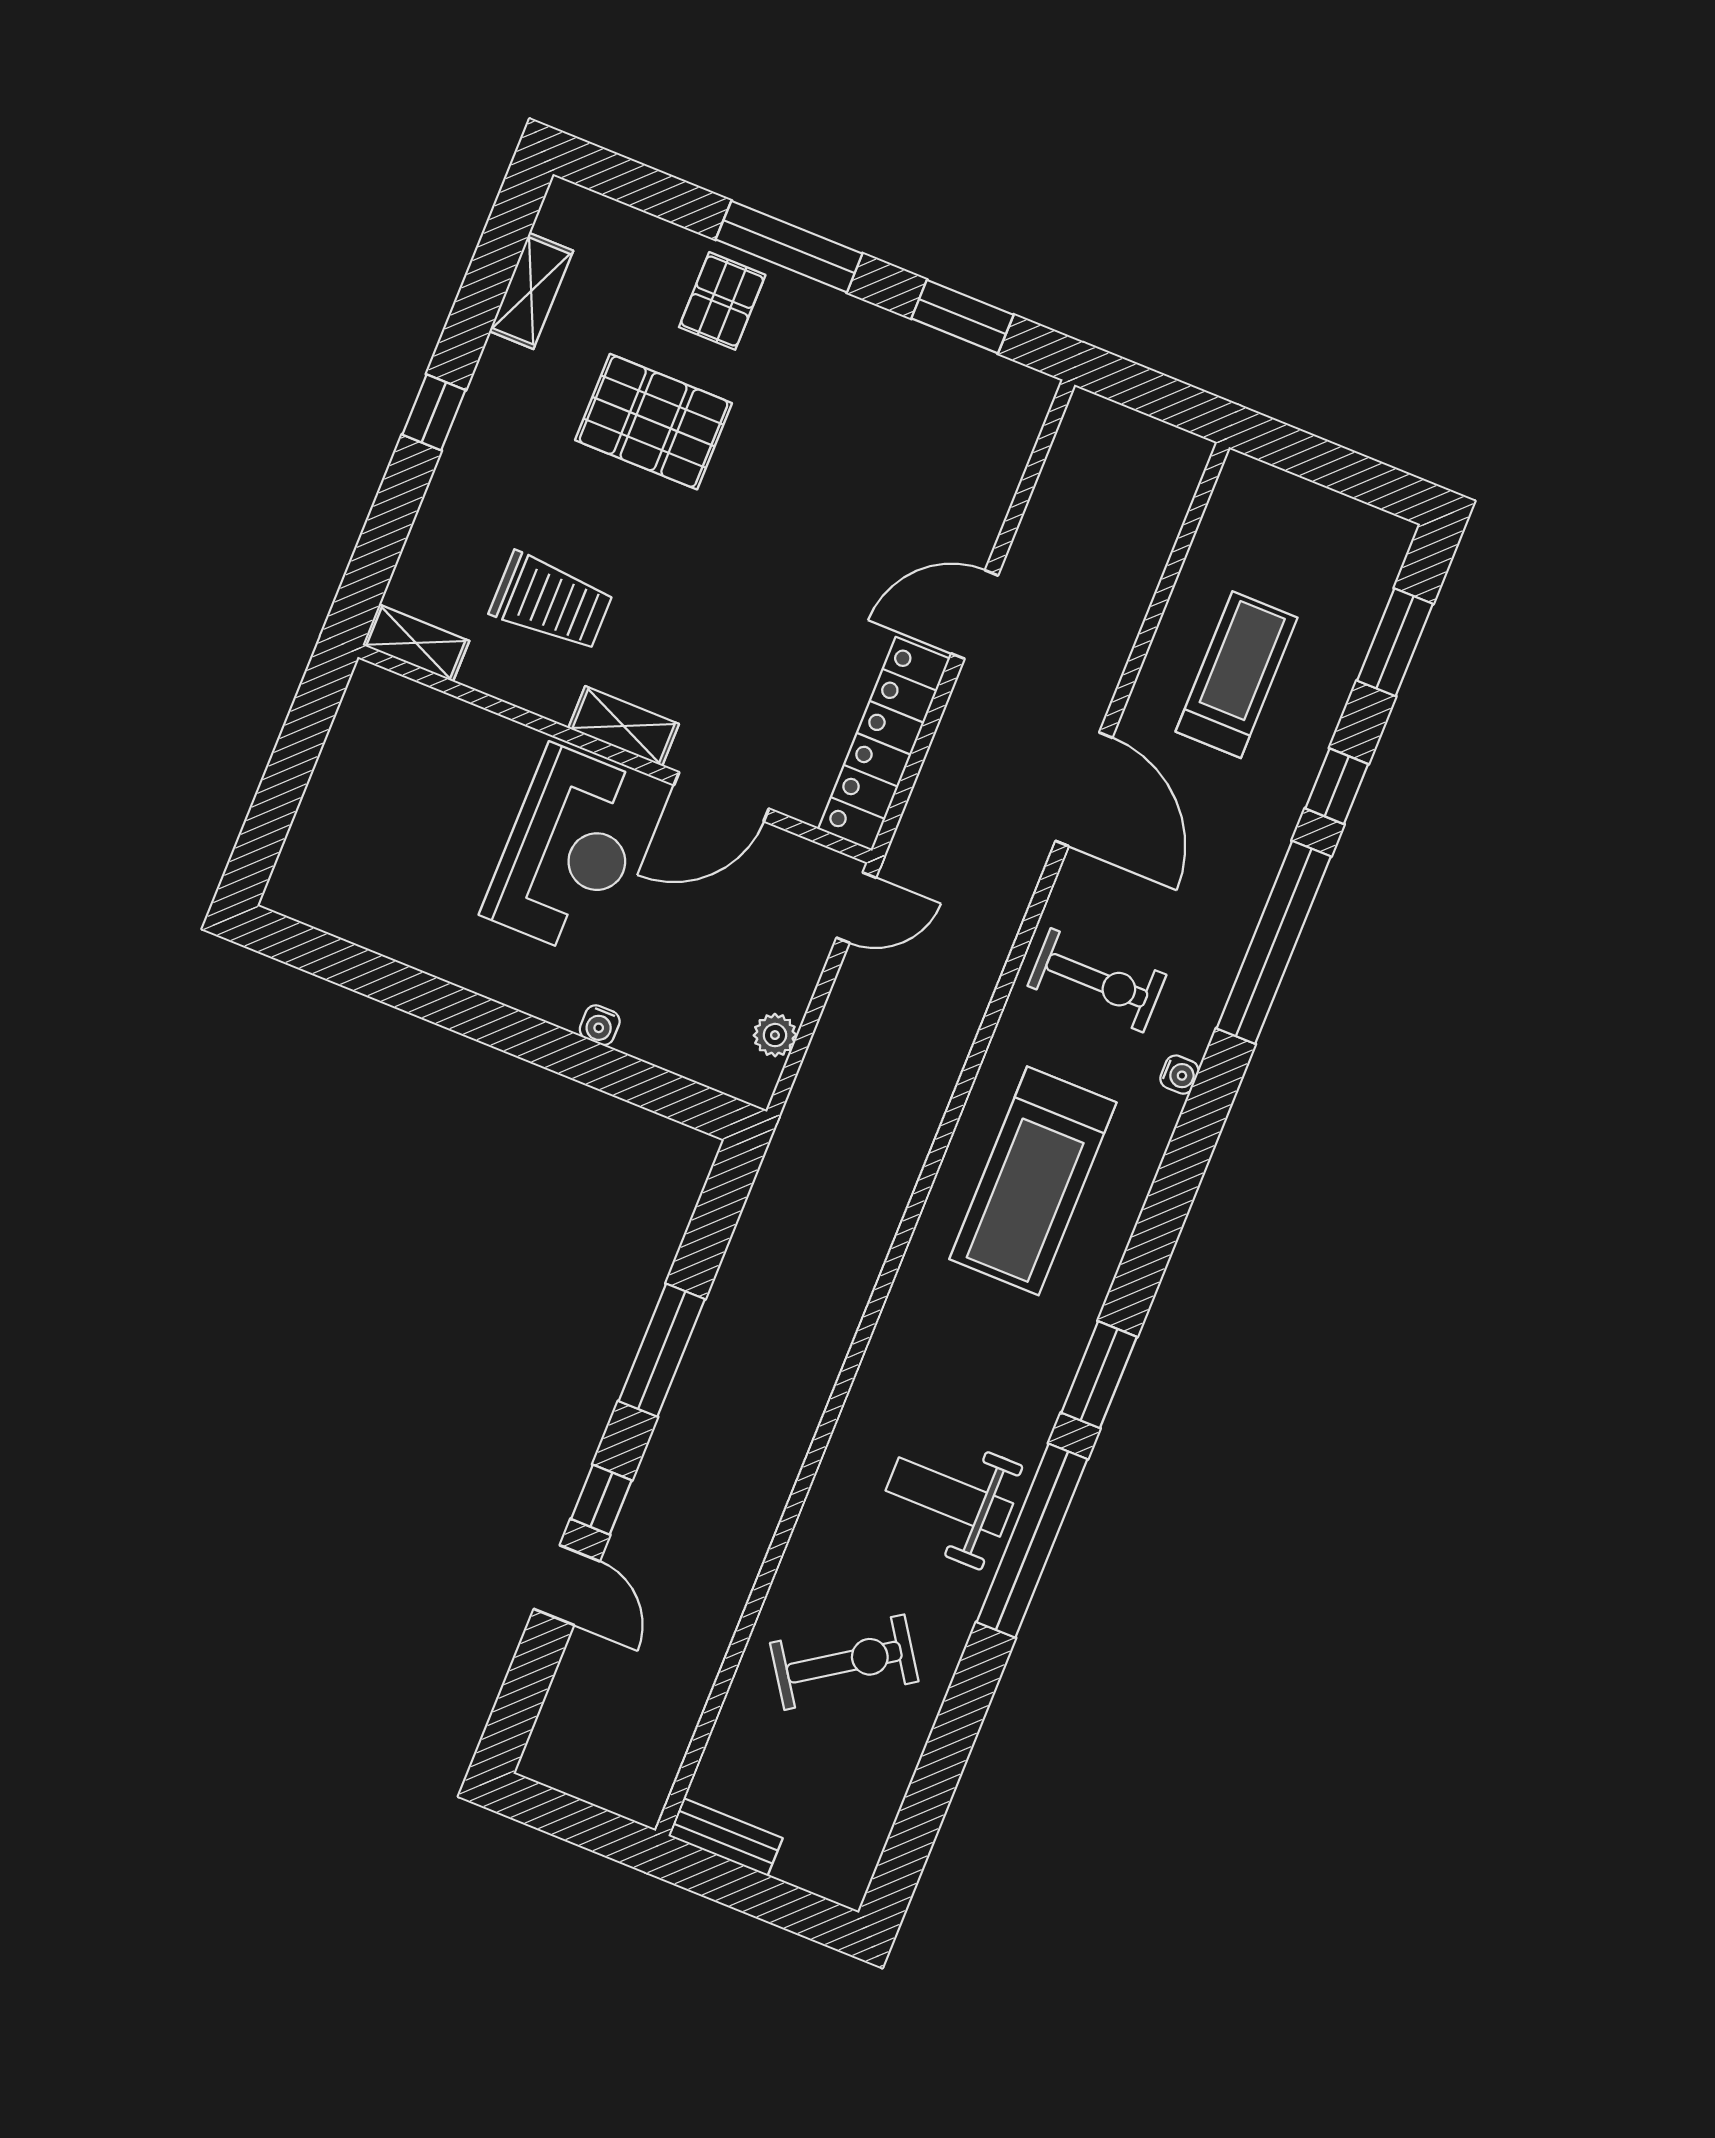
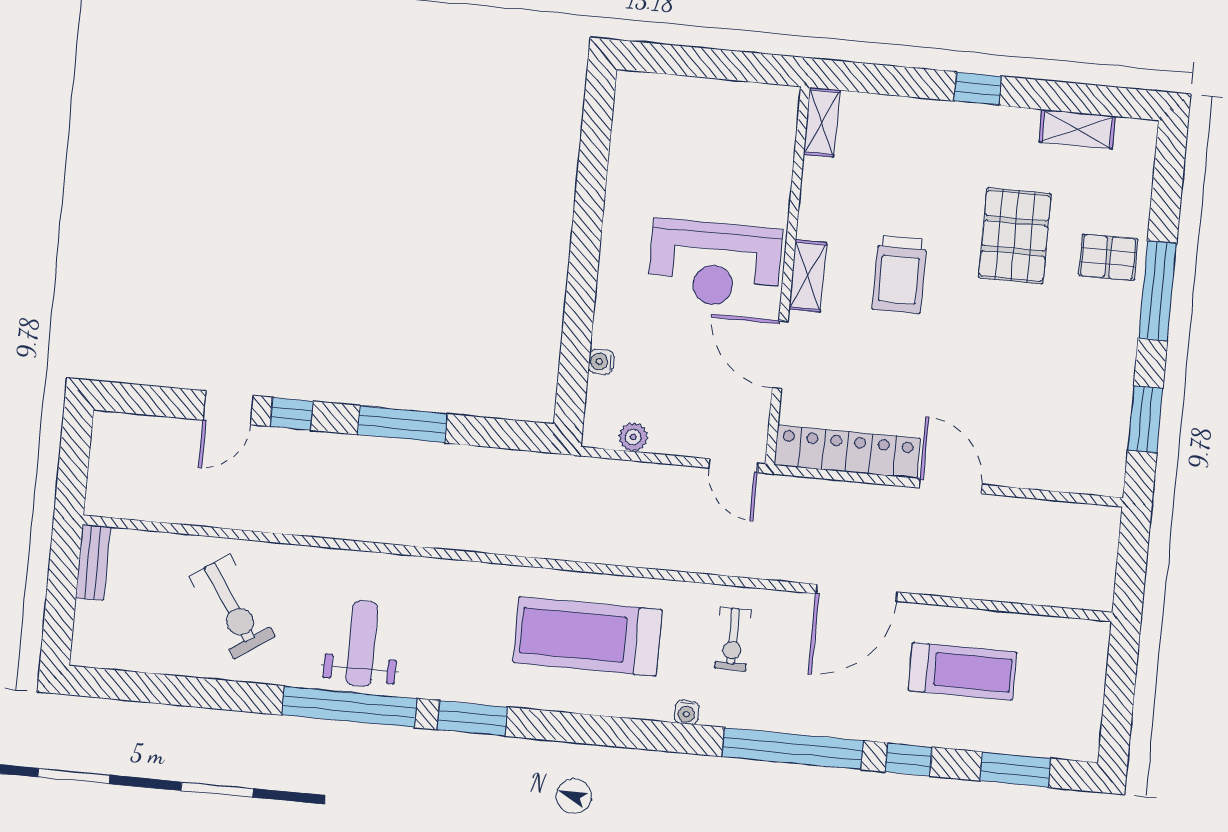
trolley: (551, 602) -> (899, 274), moved
exercise bike: (1097, 980) -> (733, 639), width x0.73, depth x0.72
water cooler: (600, 1025) -> (601, 362), moved

